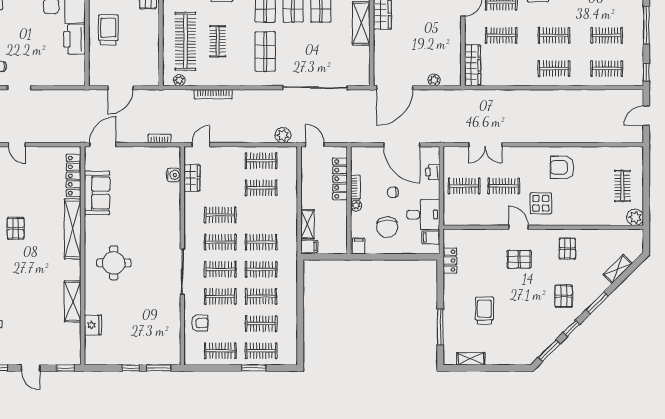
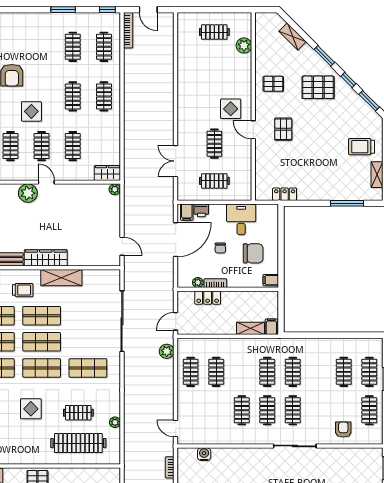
window: (646, 25) -> (63, 10), width x0.69
wardrobe: (473, 65) -> (107, 173), width x0.67
plant: (179, 80) -> (115, 422), moved
plant: (434, 80) -> (115, 189), moved
door: (395, 88) -> (122, 246), width x0.53
bookcase: (213, 94) -> (128, 30), moved
double door: (485, 145) -> (176, 161), swing flipped
armchair: (562, 167) -> (197, 89), removed
wardrobe: (192, 178) -> (207, 437), removed
locker: (340, 179) -> (208, 298), width x0.66
clothes rail: (464, 186) -> (214, 181), turned 90
plant: (356, 206) -> (198, 282), moved
plant: (635, 217) -> (244, 46), moved
door: (518, 227) -> (253, 130), hinge flipped
filing cabinet: (431, 237) -> (187, 212), moved
clothes rail: (220, 296) -> (318, 410), removed
clothes rail: (261, 296) -> (318, 372), removed
pallet: (564, 296) -> (318, 87), width x1.50, depth x1.42
trolley: (484, 311) -> (362, 147), moved

